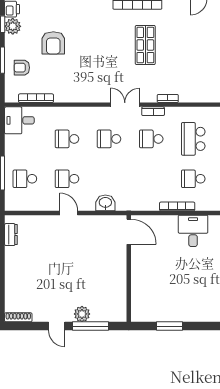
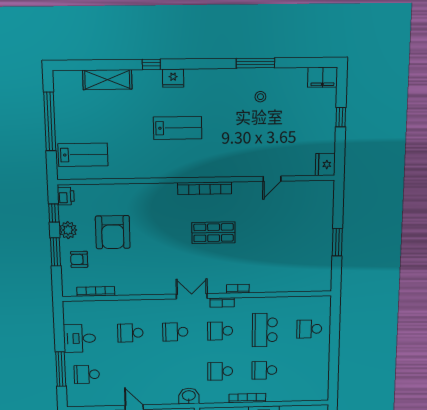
plant: (13, 26) -> (68, 230), moved
armchair: (53, 43) -> (113, 232), width x1.36, depth x1.36
shop shelf: (145, 45) -> (214, 233), turned 90
desk: (19, 120) -> (80, 338), moved
school desk: (67, 179) -> (220, 371), moved
washbasin: (105, 203) -> (189, 396), moved

